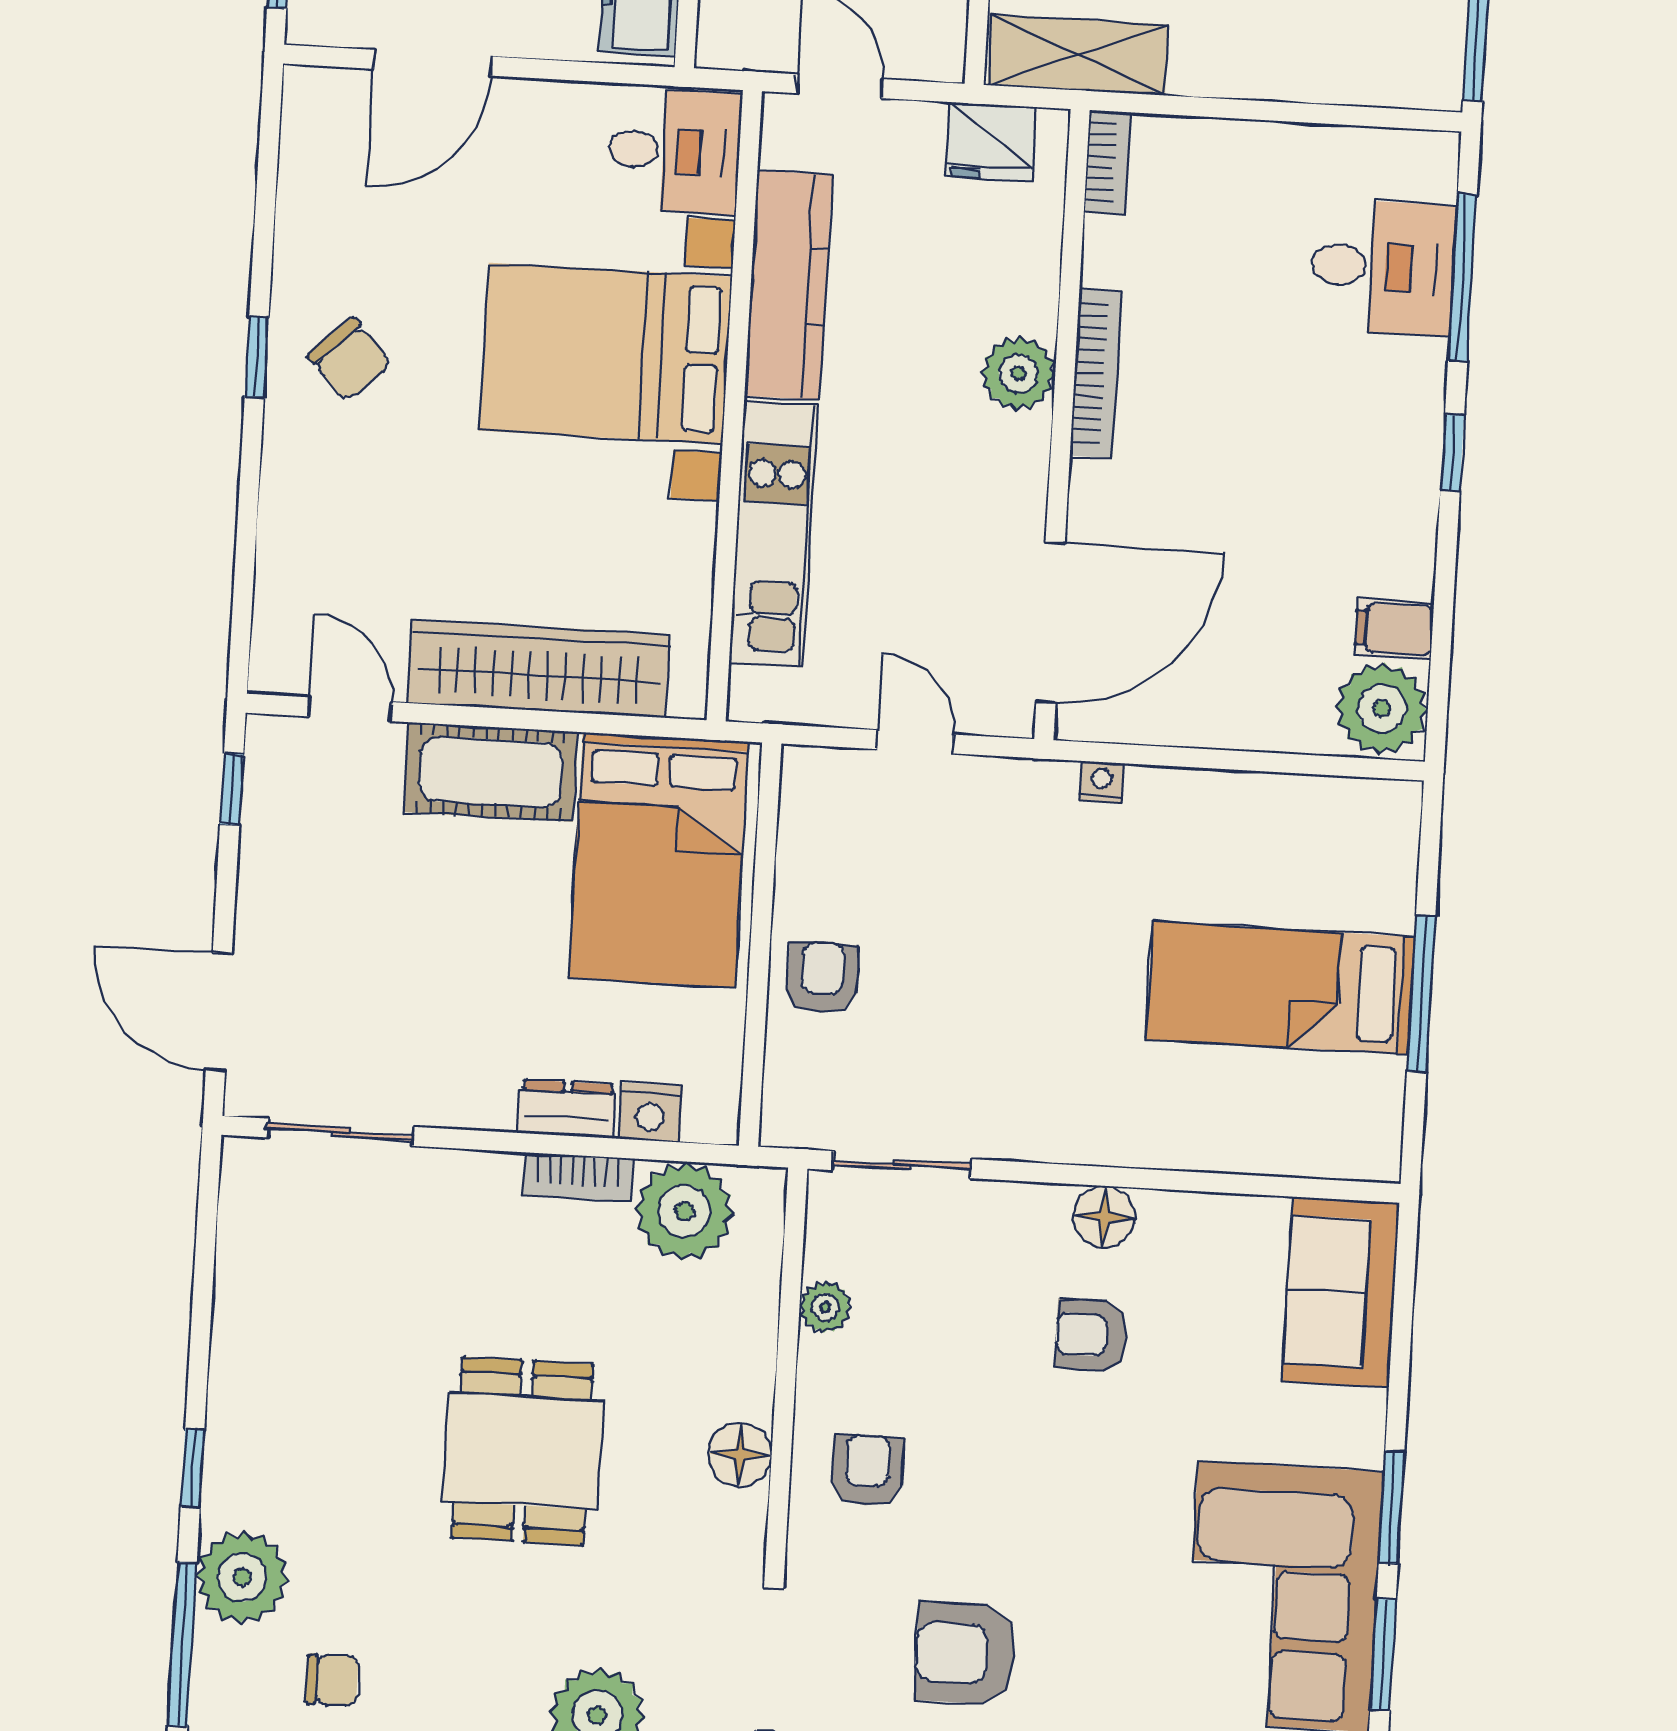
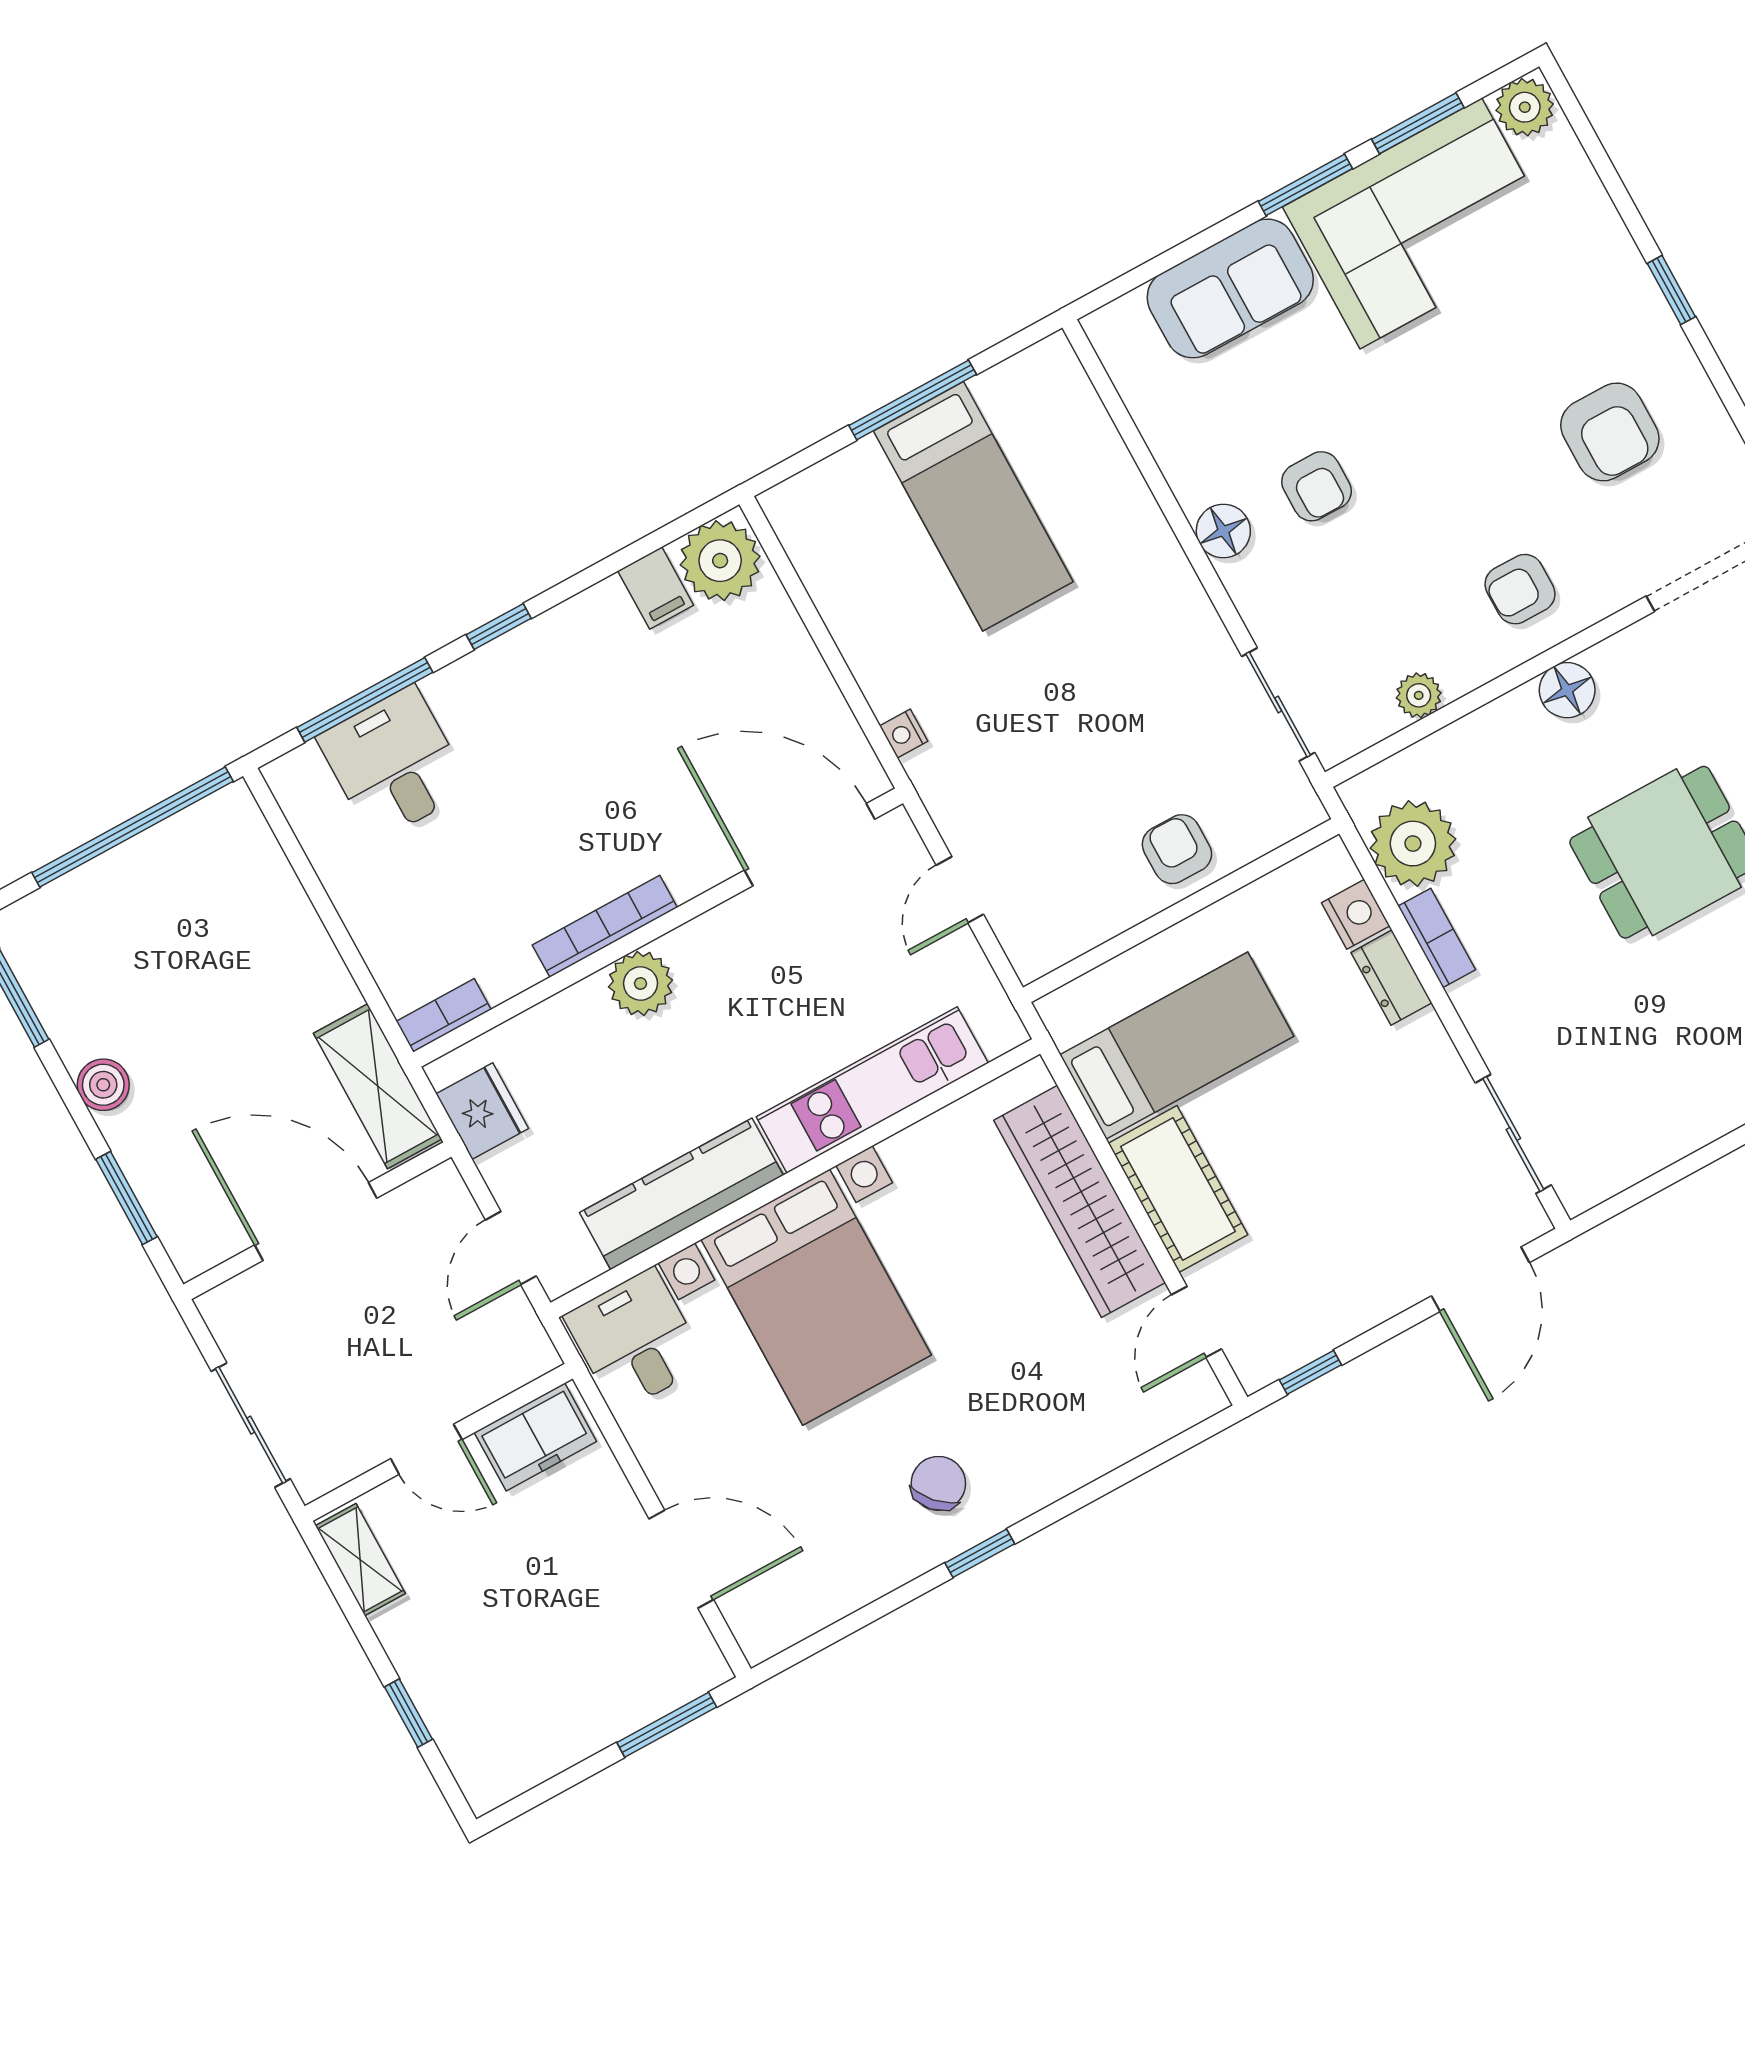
bed: (659, 860) -> (1177, 1046), width x0.67
armchair: (823, 978) -> (1177, 849), turned 90
sofa: (1341, 1292) -> (1230, 288), moved

